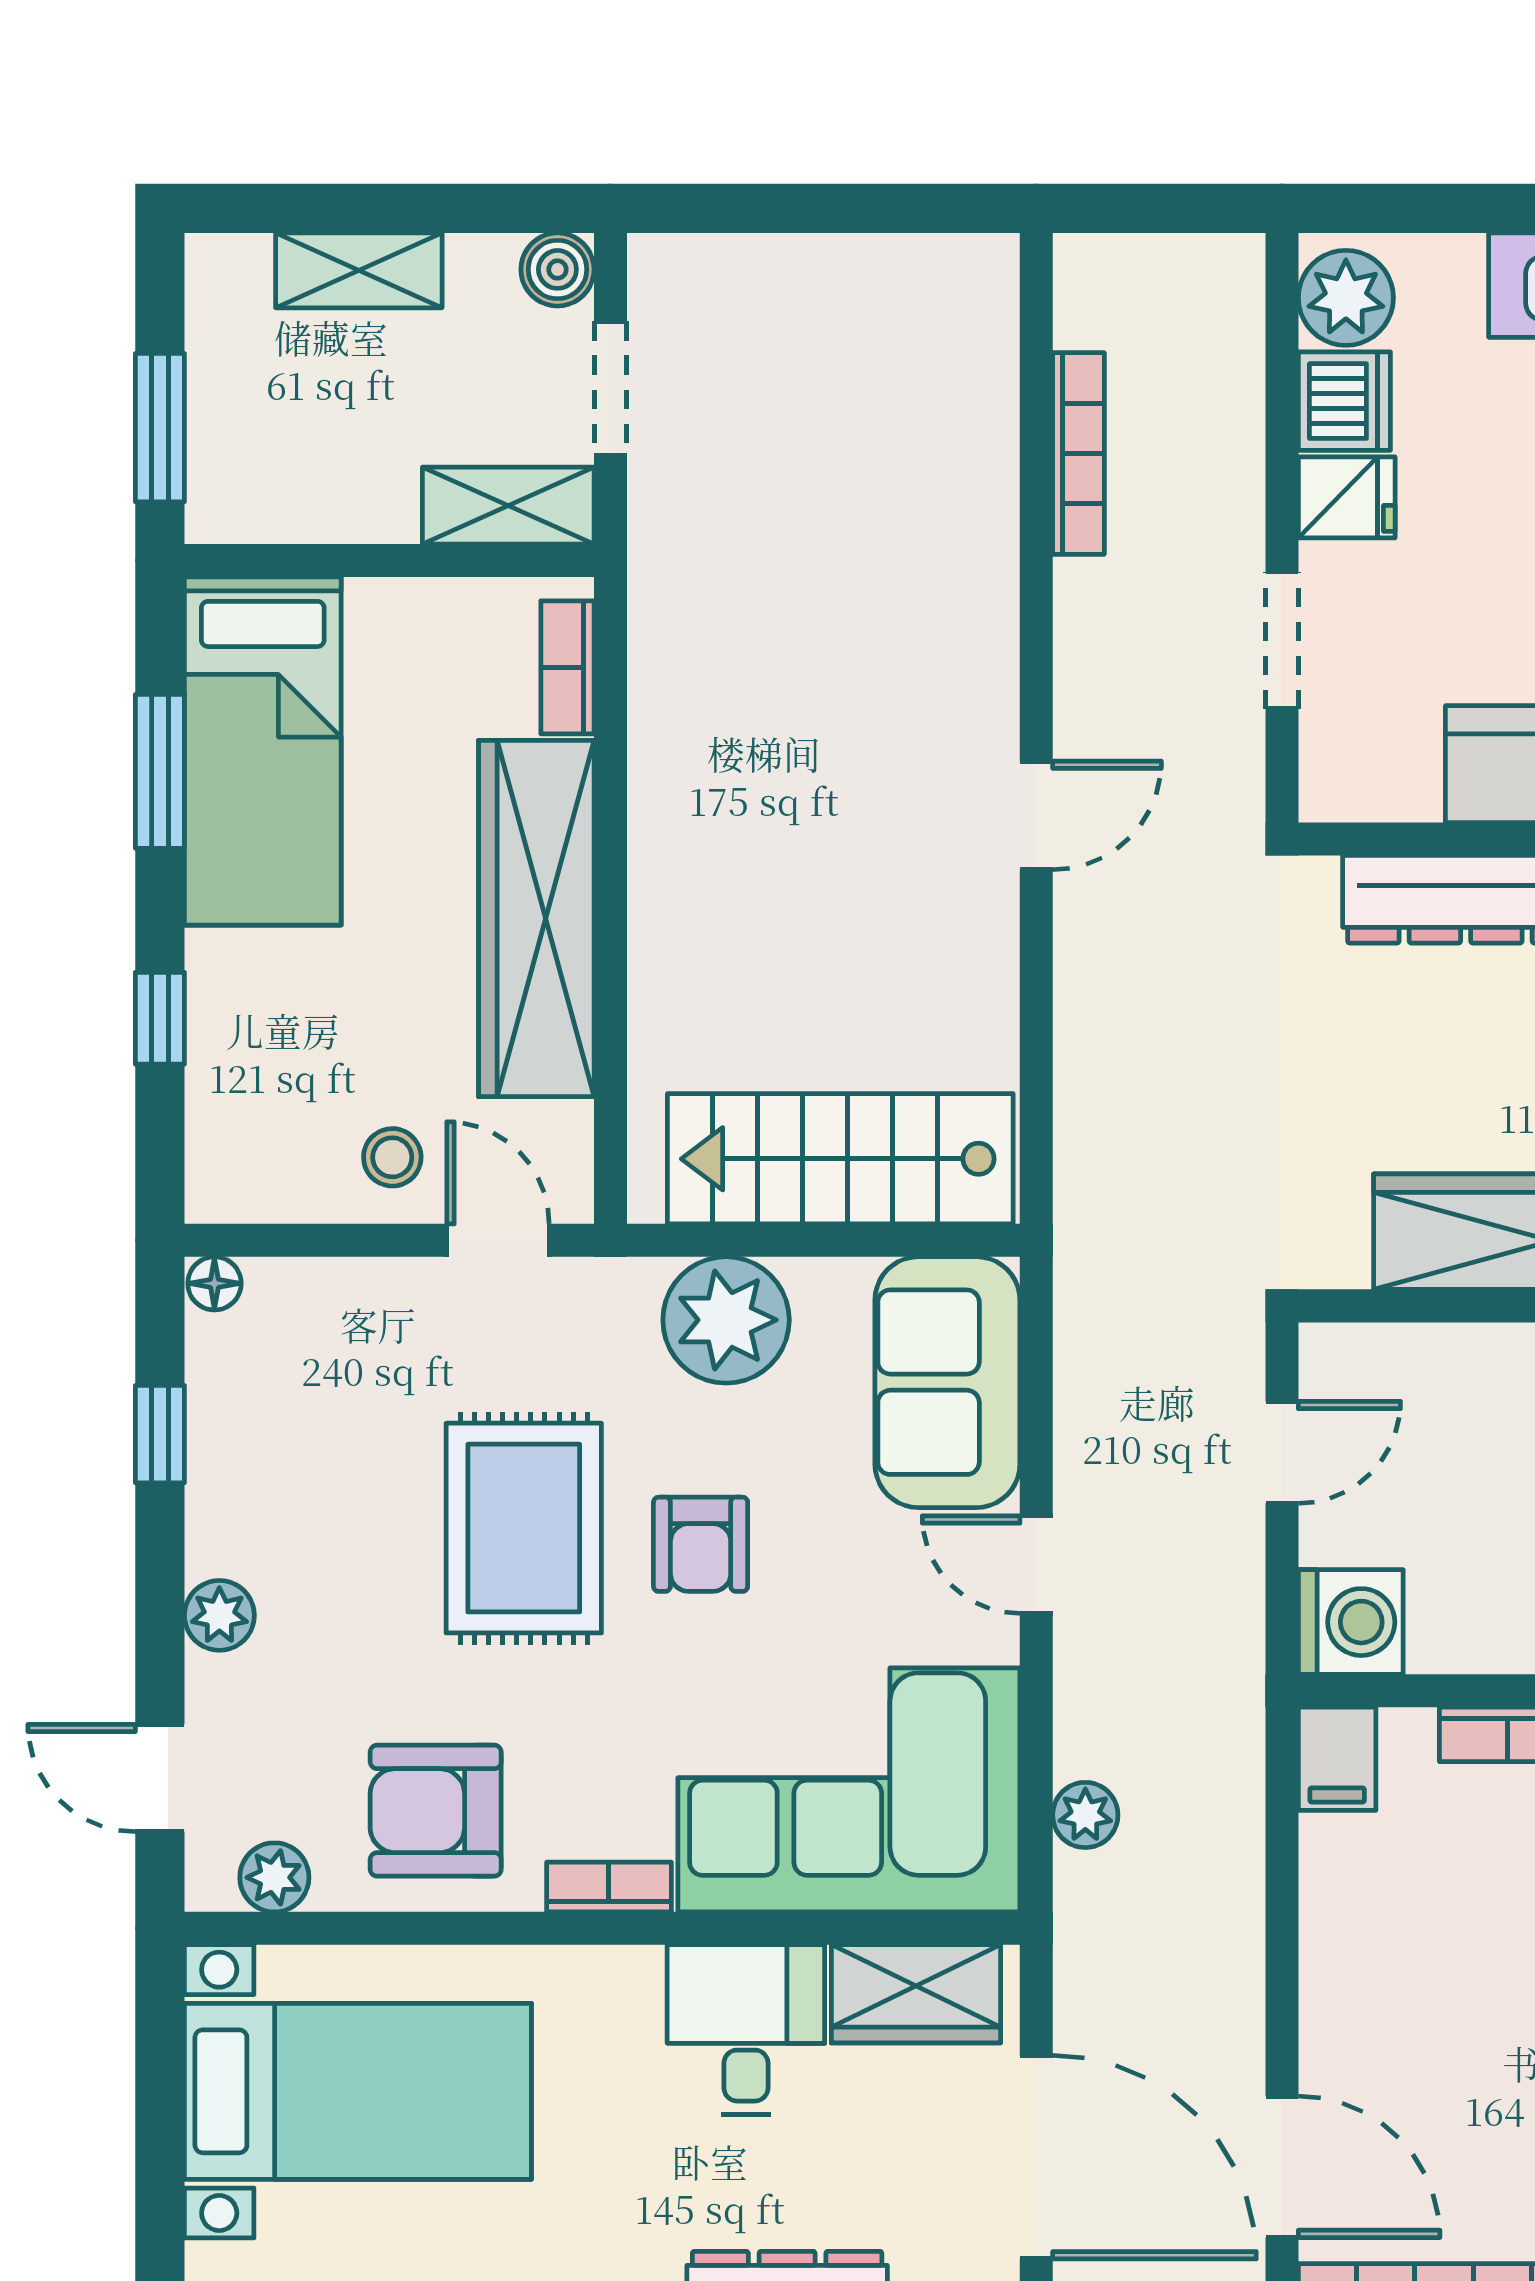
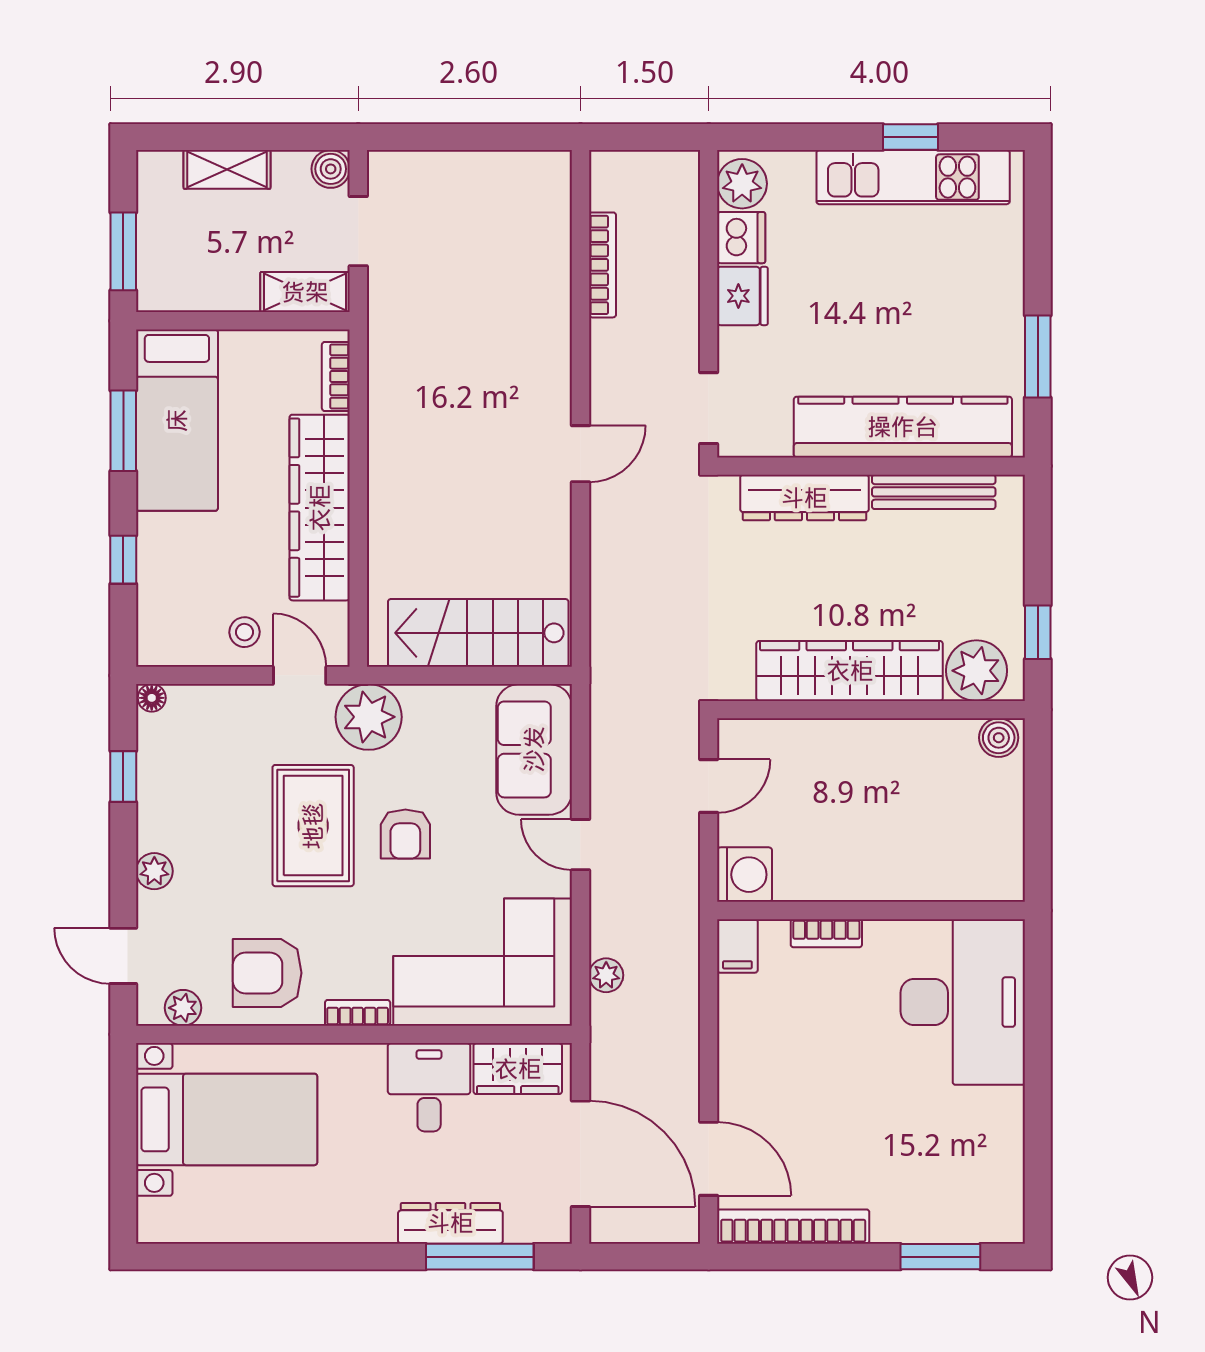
fridge: (1347, 497) -> (742, 296), width x1.38
doorway: (1282, 640) -> (709, 408), moved
plant: (726, 1320) -> (369, 717), moved

